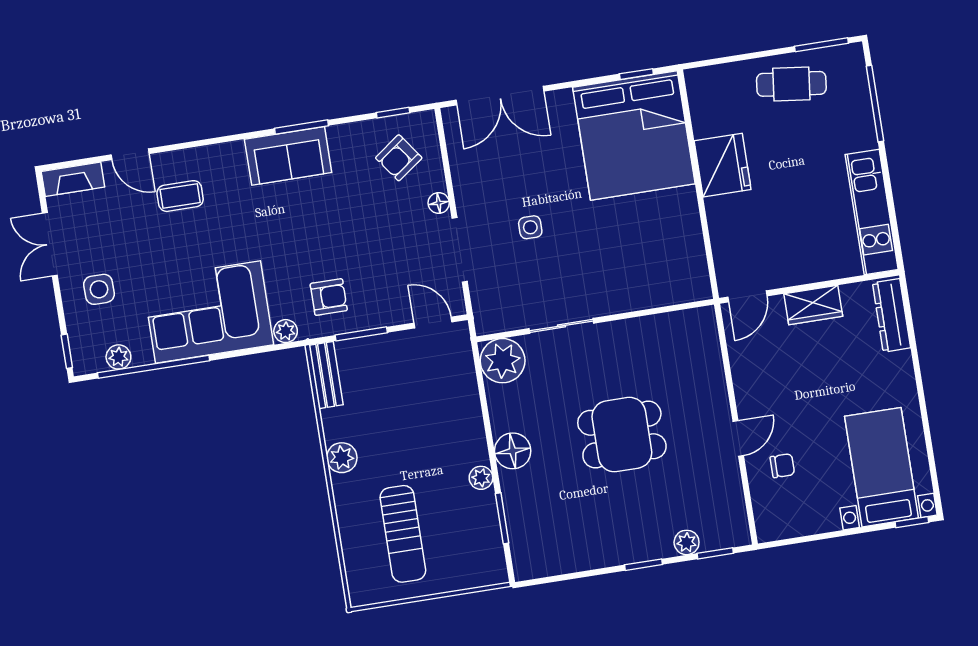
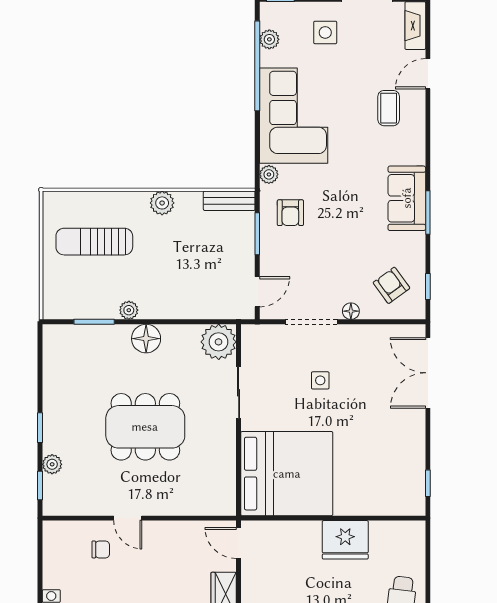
bed: (634, 136) -> (287, 474), moved, turned 180
dining table: (622, 435) -> (145, 427), width x1.37
chair: (782, 466) -> (101, 549), turned -90

